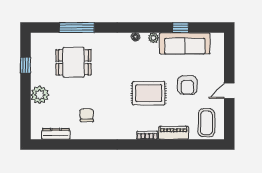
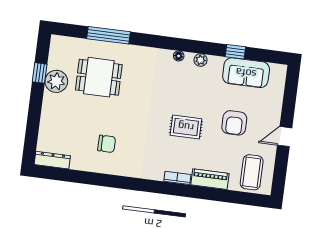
sofa: (185, 43) -> (246, 73), width x0.73
rug: (149, 93) -> (186, 127), width x0.73, depth x0.70
plant: (40, 95) -> (56, 81), moved
chair: (87, 115) -> (107, 144), turned 90
dresser: (56, 134) -> (52, 160), moved

